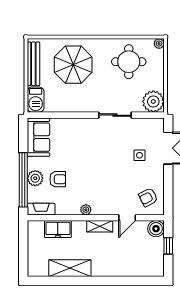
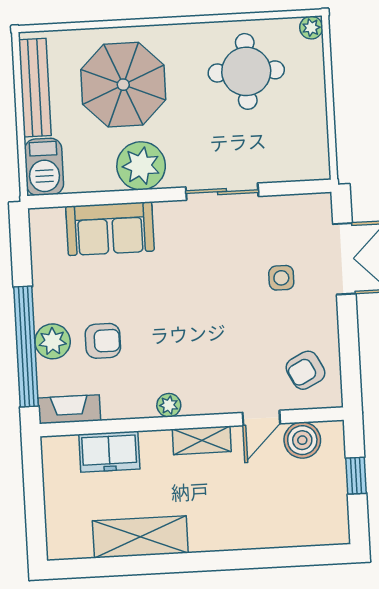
plant: (153, 101) -> (141, 166), moved
sofa: (38, 137) -> (110, 229), moved, turned 90
boiler: (156, 229) -> (302, 440), moved

